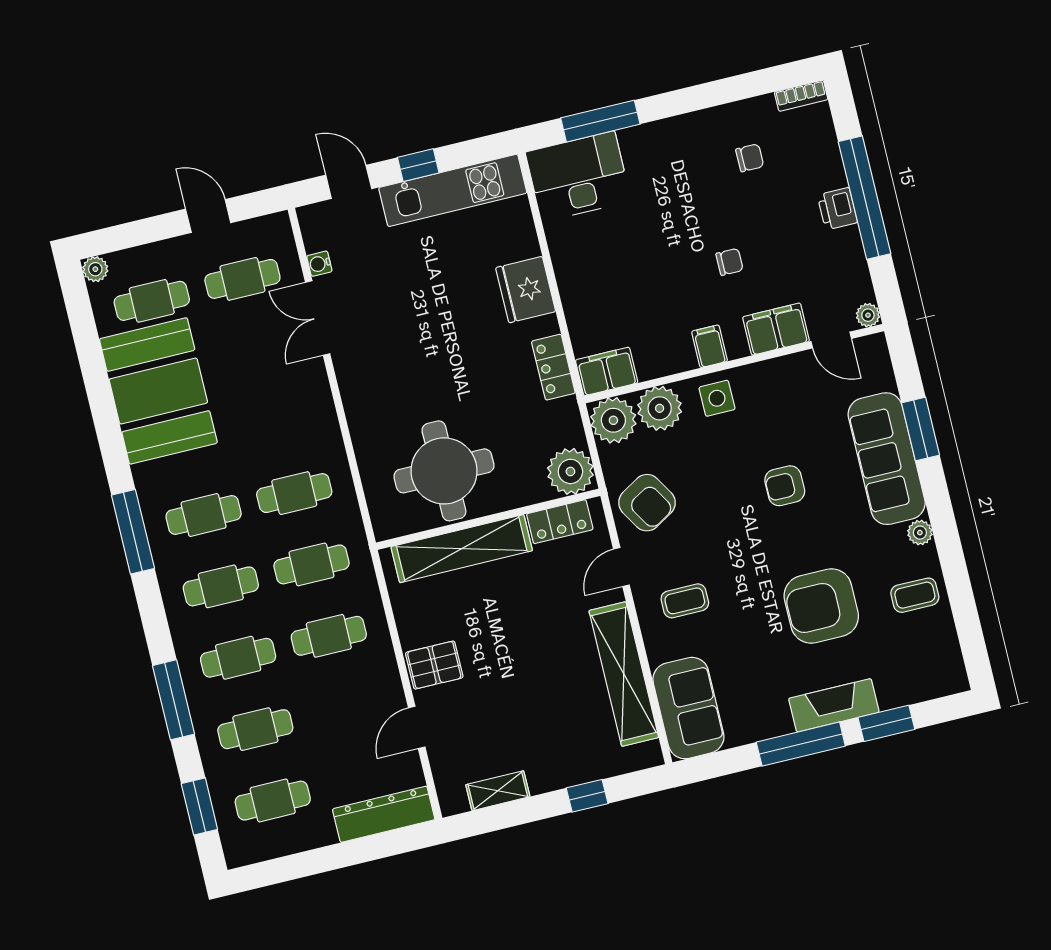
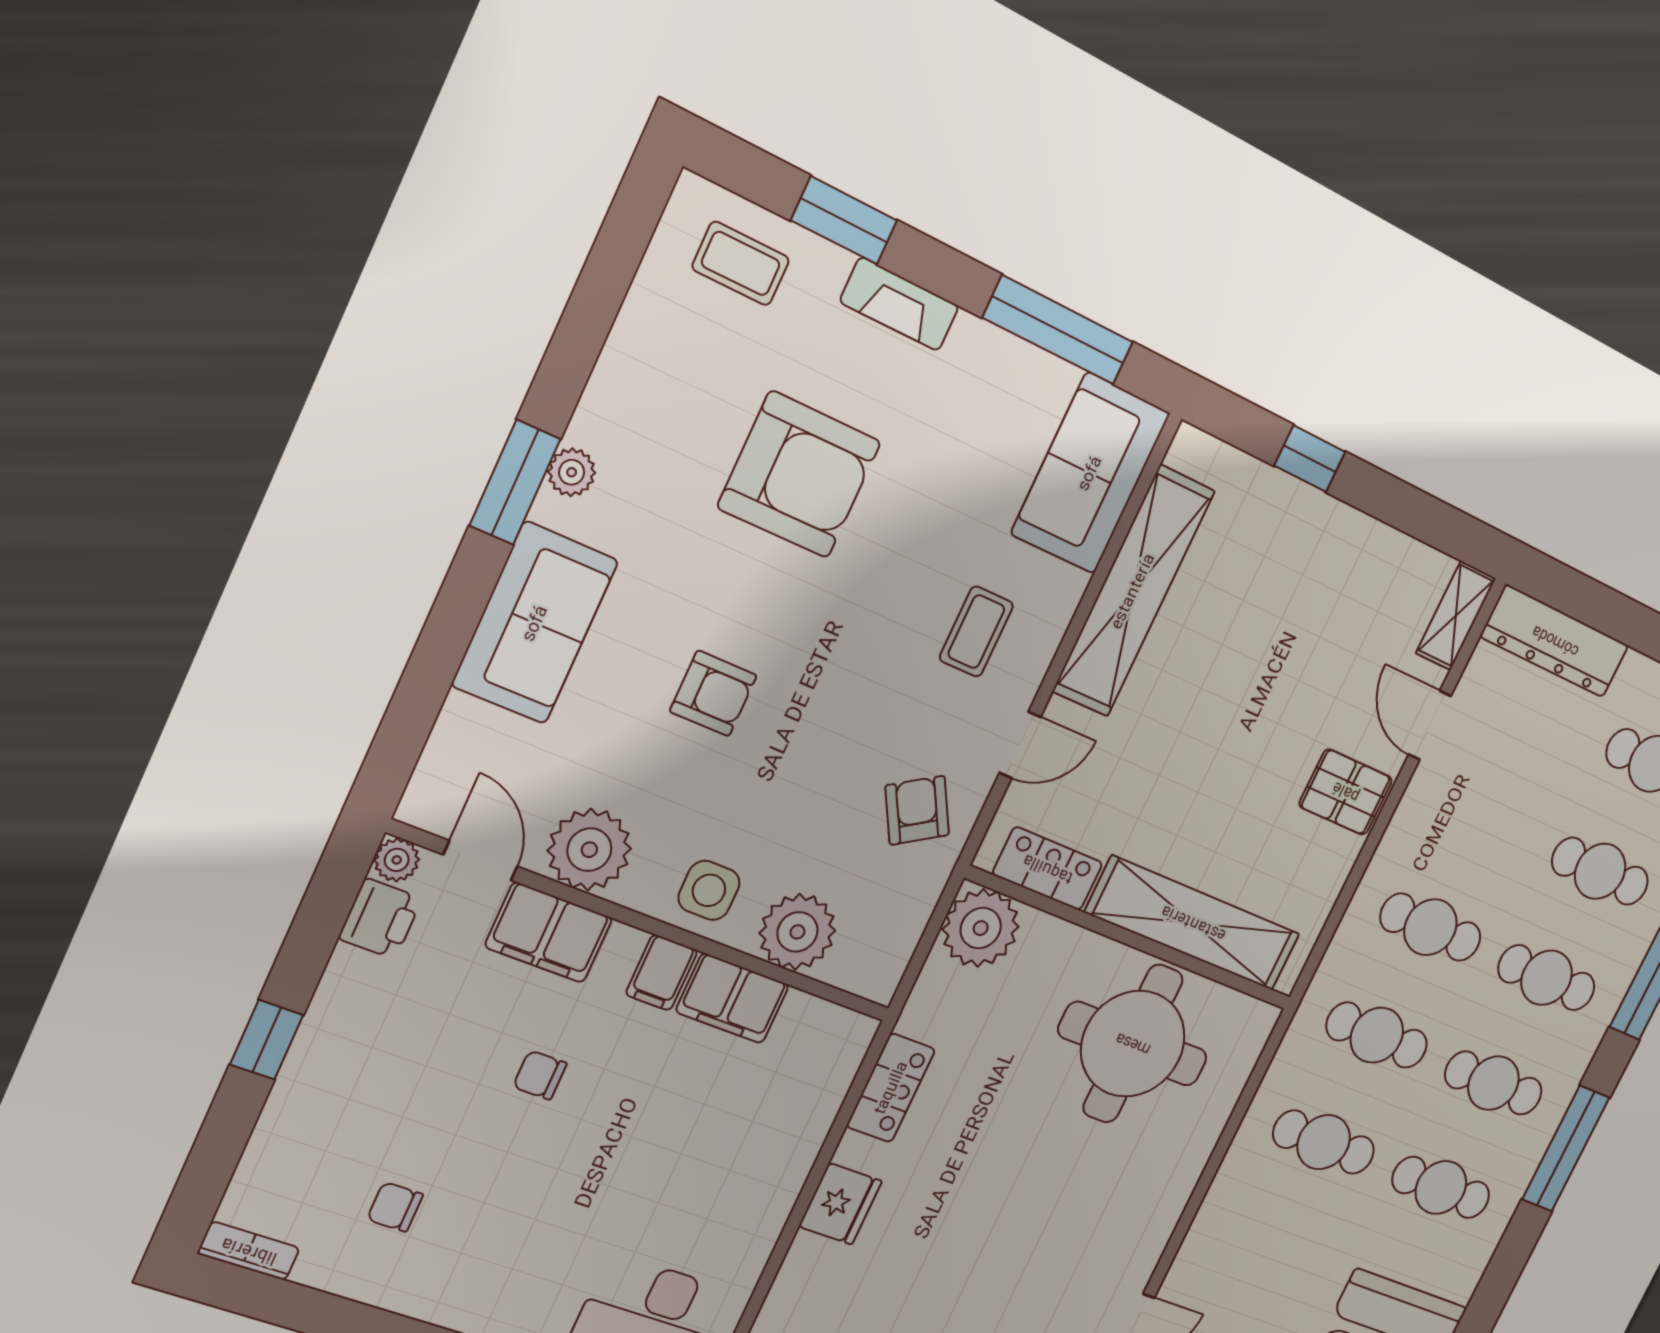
window: (865, 198) -> (267, 1040), width x0.32
printer: (837, 209) -> (380, 918), moved
fridge: (526, 290) -> (840, 1204), width x0.73, depth x0.75
filing cabinet: (607, 371) -> (732, 998), moved
plant: (613, 420) -> (589, 850), moved
window: (921, 429) -> (515, 482), moved
sofa: (887, 459) -> (535, 623), width x0.73
armchair: (647, 503) -> (917, 810), width x0.72, depth x0.72
window: (133, 532) -> (1566, 1149), moved
coffee table: (915, 595) -> (741, 263), moved
coffee table: (685, 601) -> (976, 632), turned 90
fireplace: (834, 705) -> (899, 304), width x0.73, depth x0.76
door: (417, 727) -> (1430, 725), swing flipped
window: (801, 744) -> (1058, 330), moved
shelving: (498, 791) -> (1456, 616), moved, turned 90

